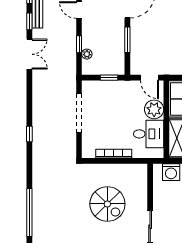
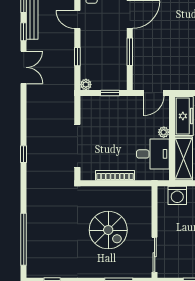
plant: (87, 54) -> (86, 85), moved
door: (150, 78) -> (154, 93), hinge flipped
plant: (154, 109) -> (164, 132), width x0.53, depth x0.53
doorway: (79, 113) -> (77, 146), moved

